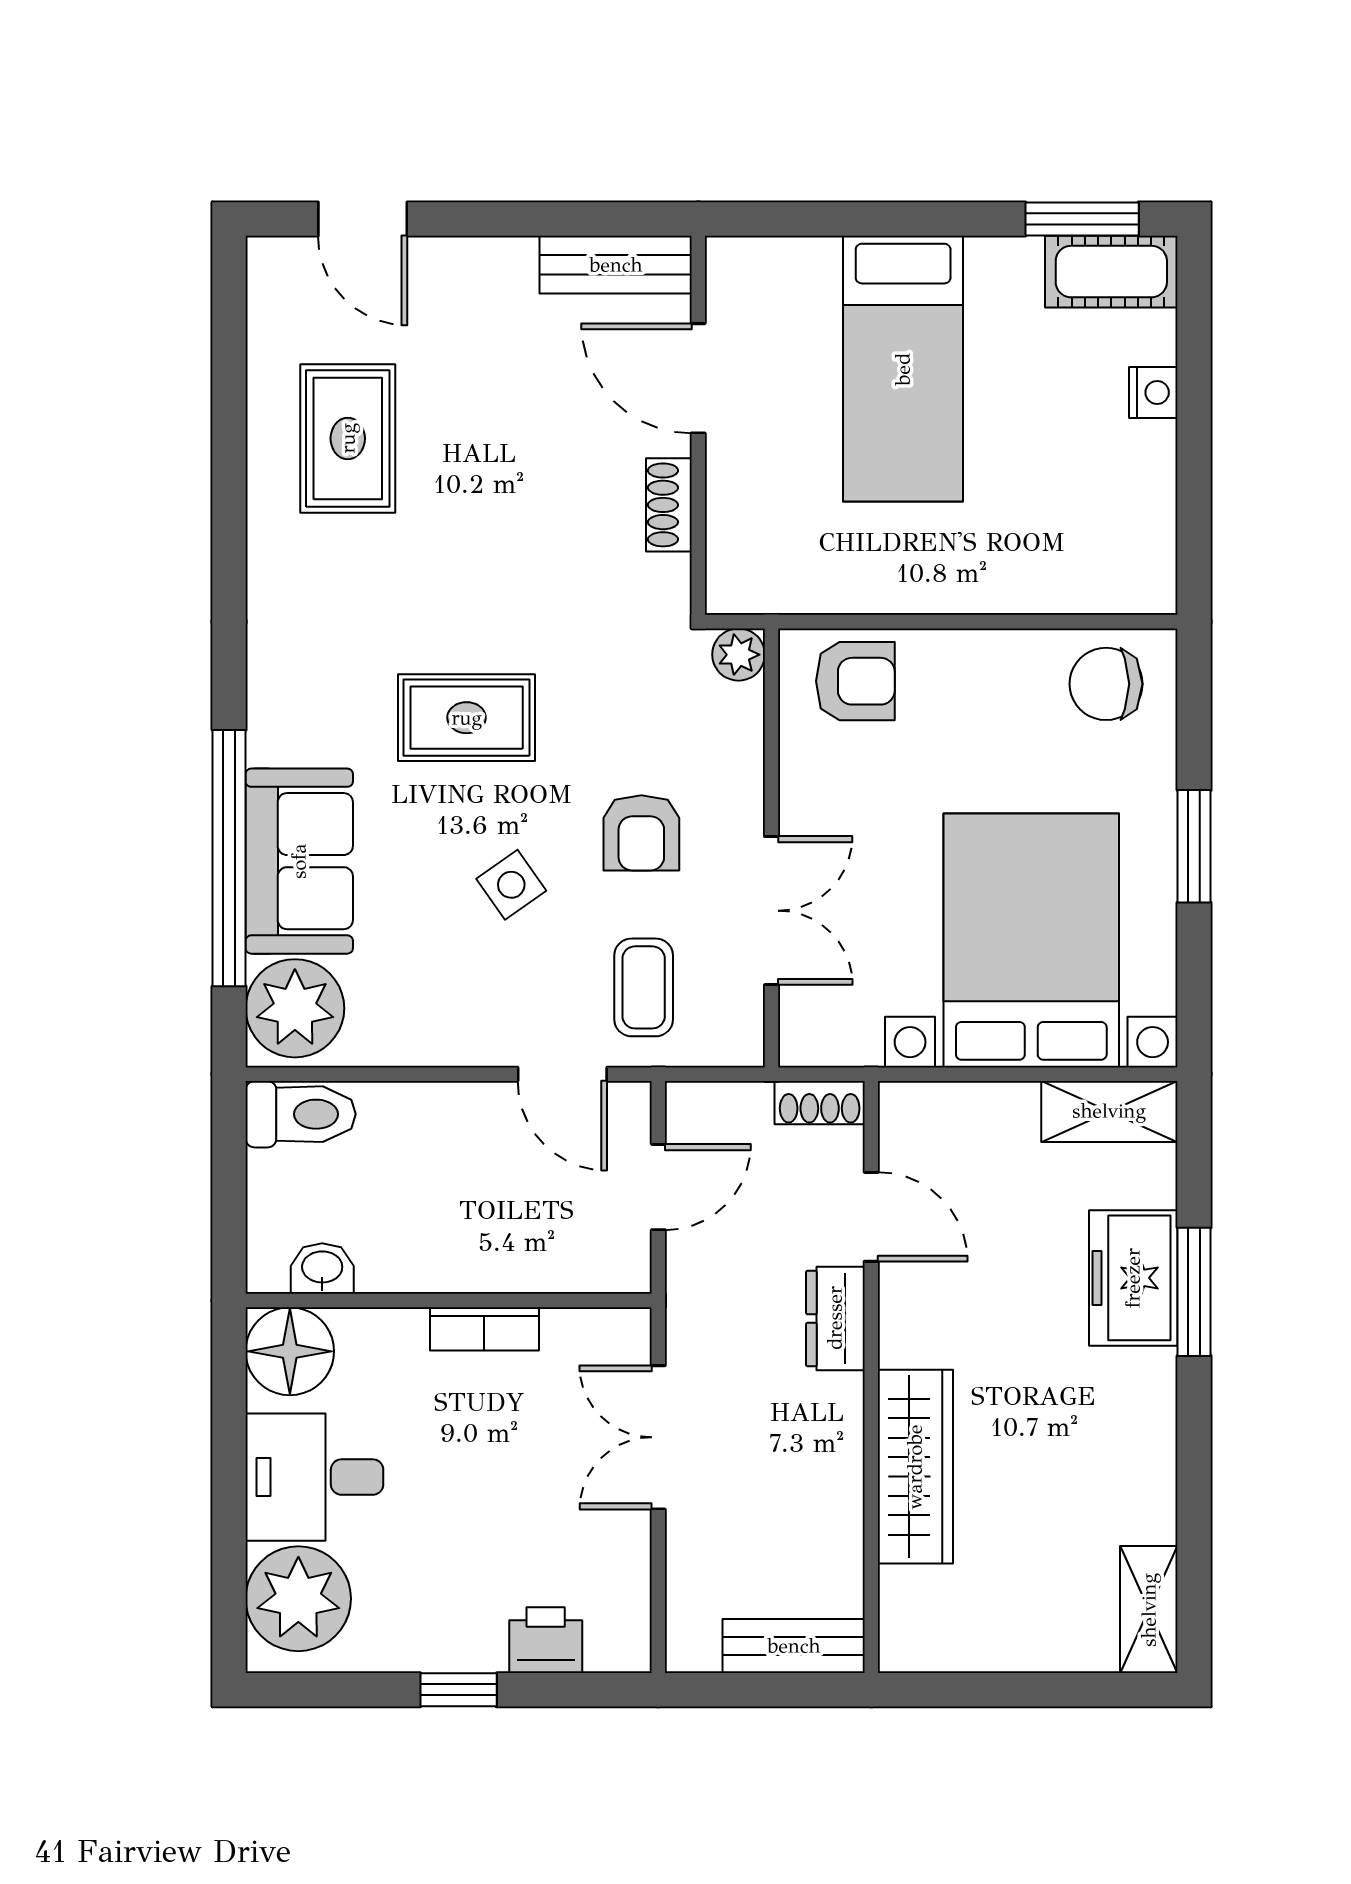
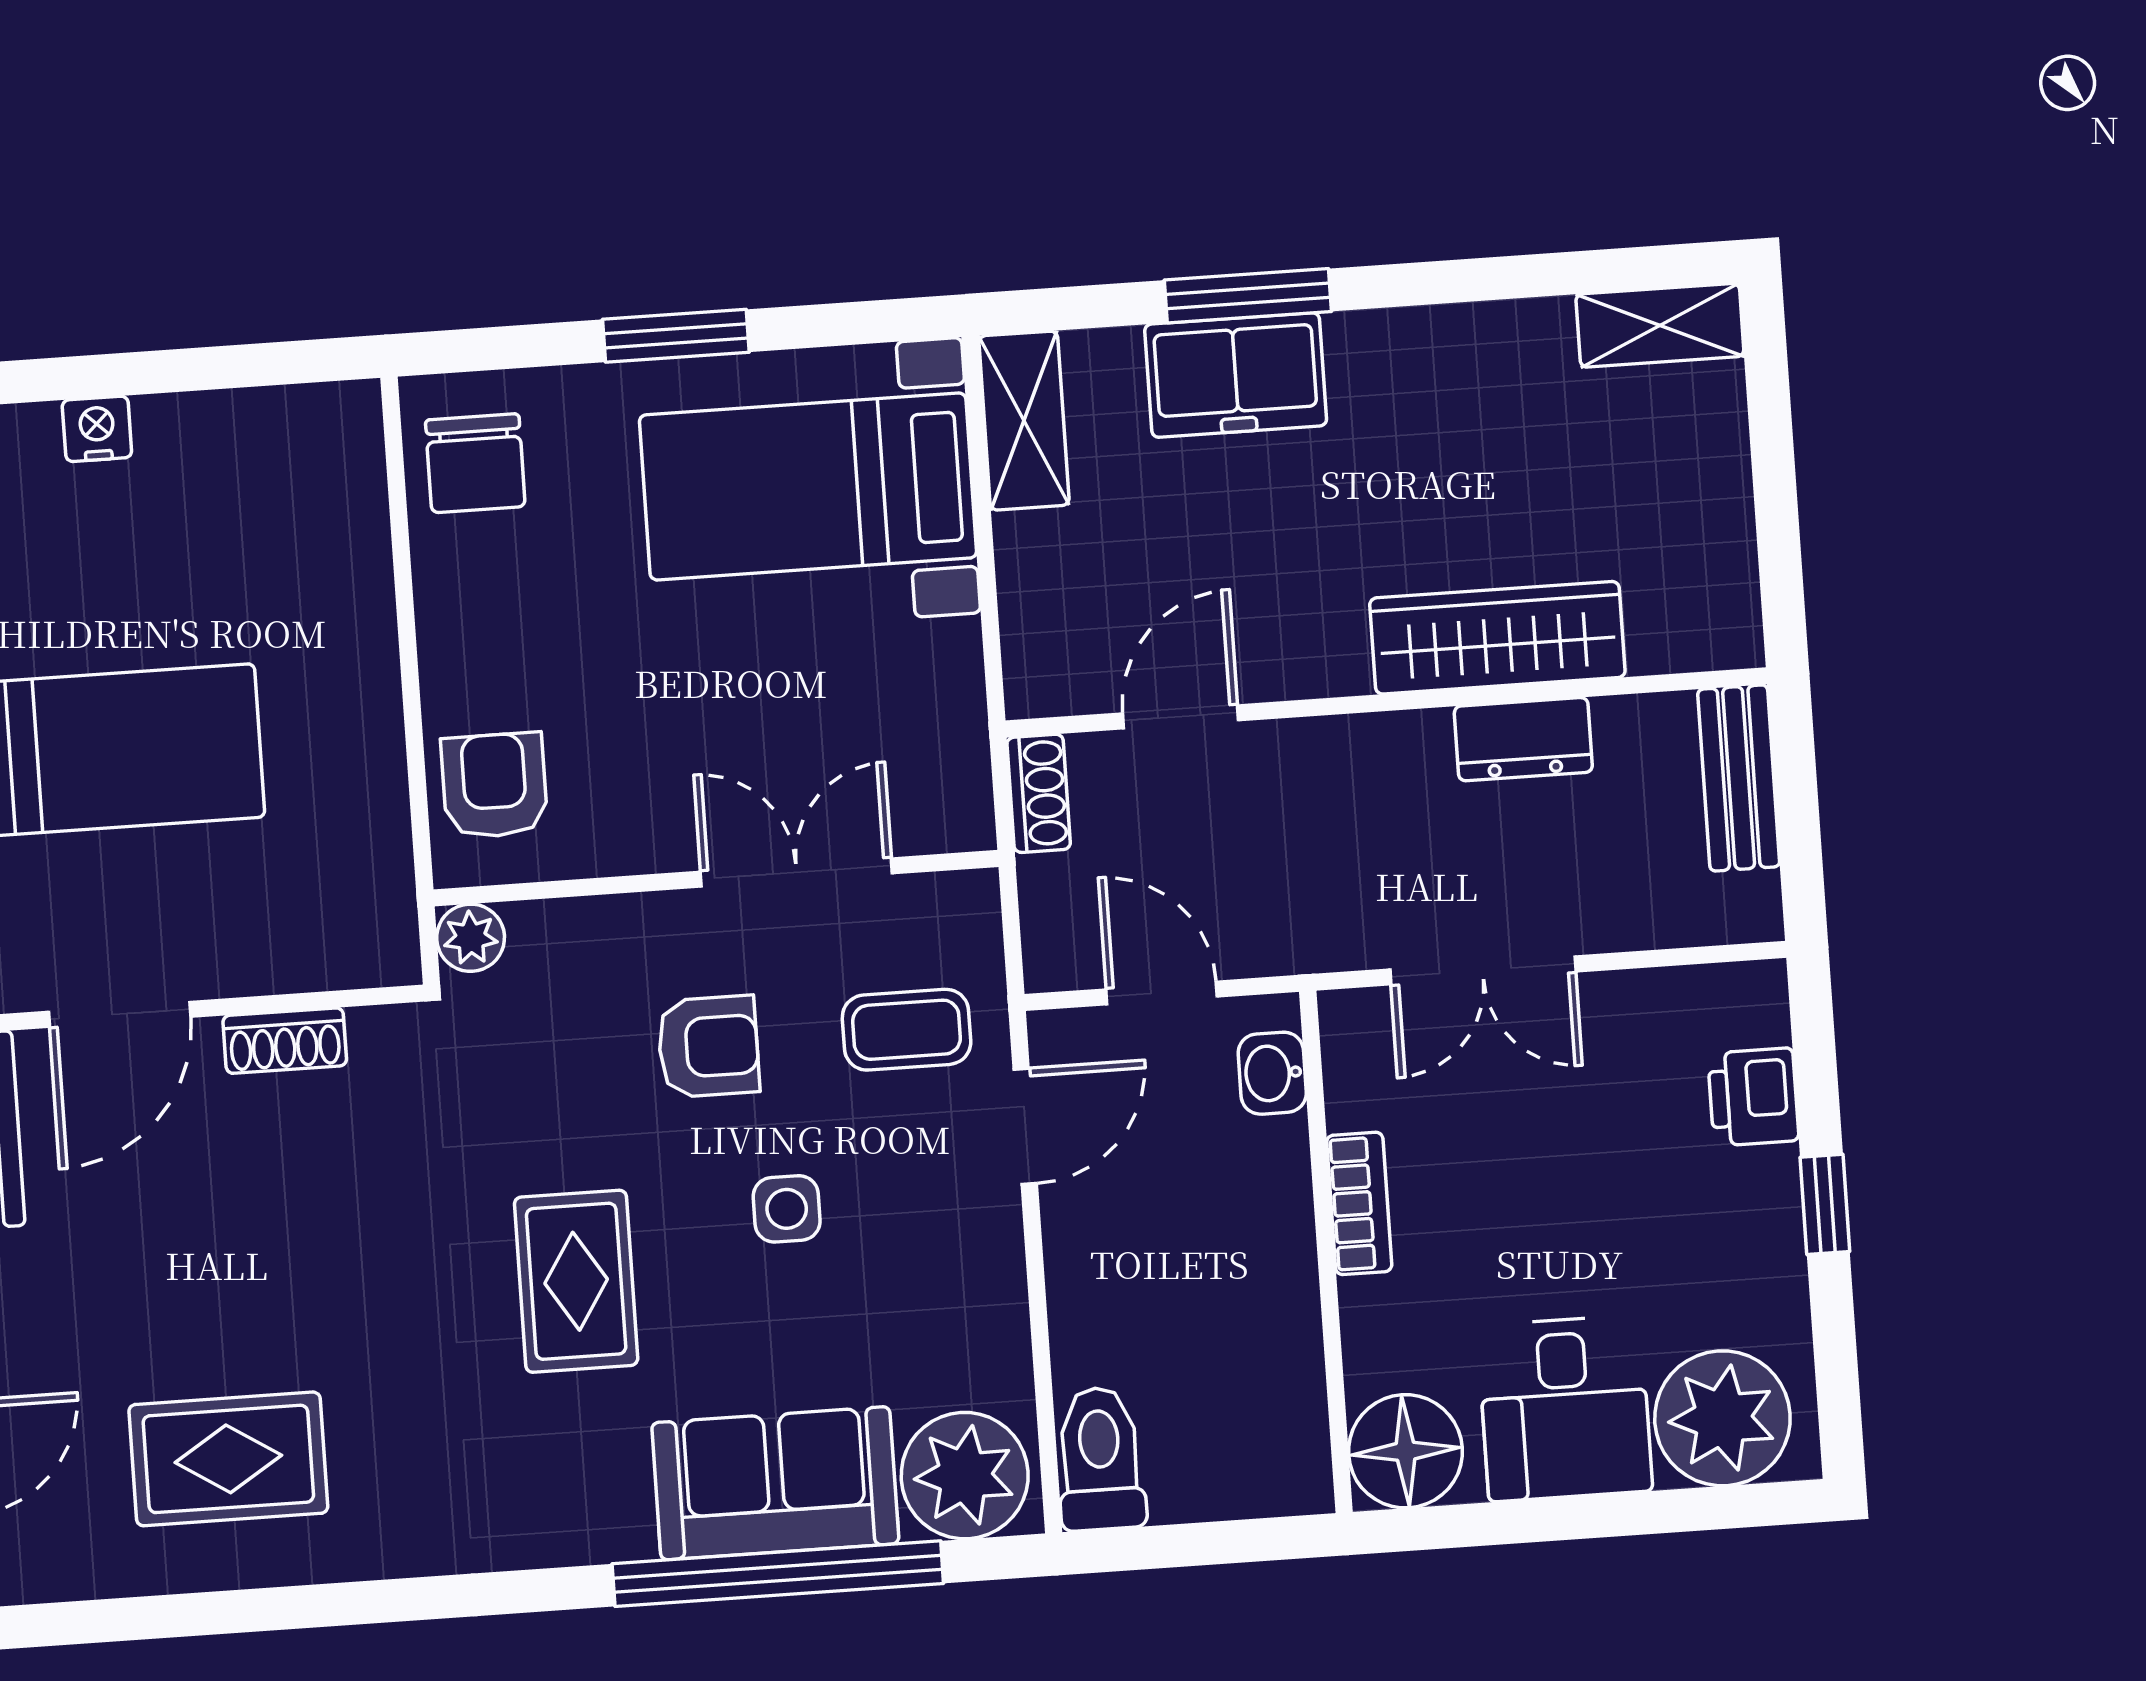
side table: (511, 885) -> (787, 1209), turned 35
bed with nightstands: (1031, 940) -> (808, 486), width x0.73
washbasin: (322, 1268) -> (1272, 1073), moved
dresser: (835, 1318) -> (1523, 739), moved

